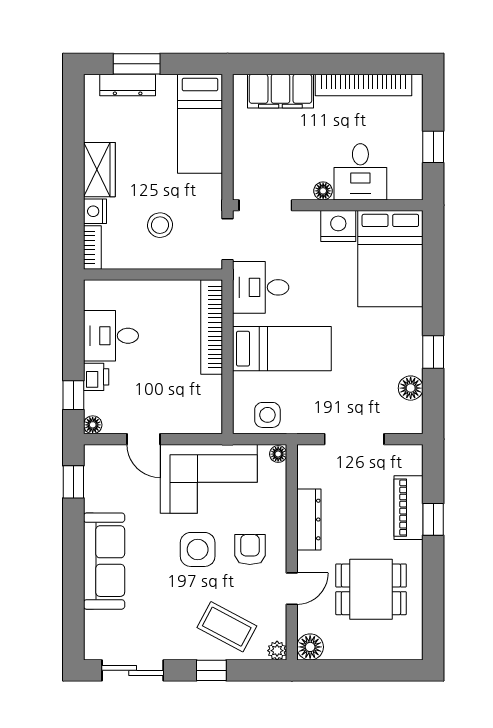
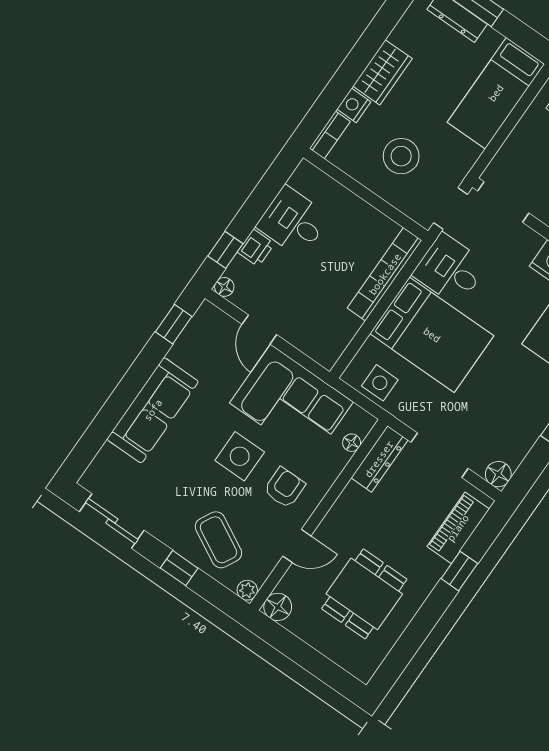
stool: (160, 225) -> (401, 156), width x1.38, depth x1.38
bed: (282, 349) -> (432, 335), width x1.50
floor lamp: (411, 388) -> (498, 474), moved
floor lamp: (278, 454) -> (352, 443), moved
piano: (409, 508) -> (458, 528), moved
dresser: (309, 520) -> (379, 459), moved
dining table: (371, 589) -> (364, 594), turned 90

